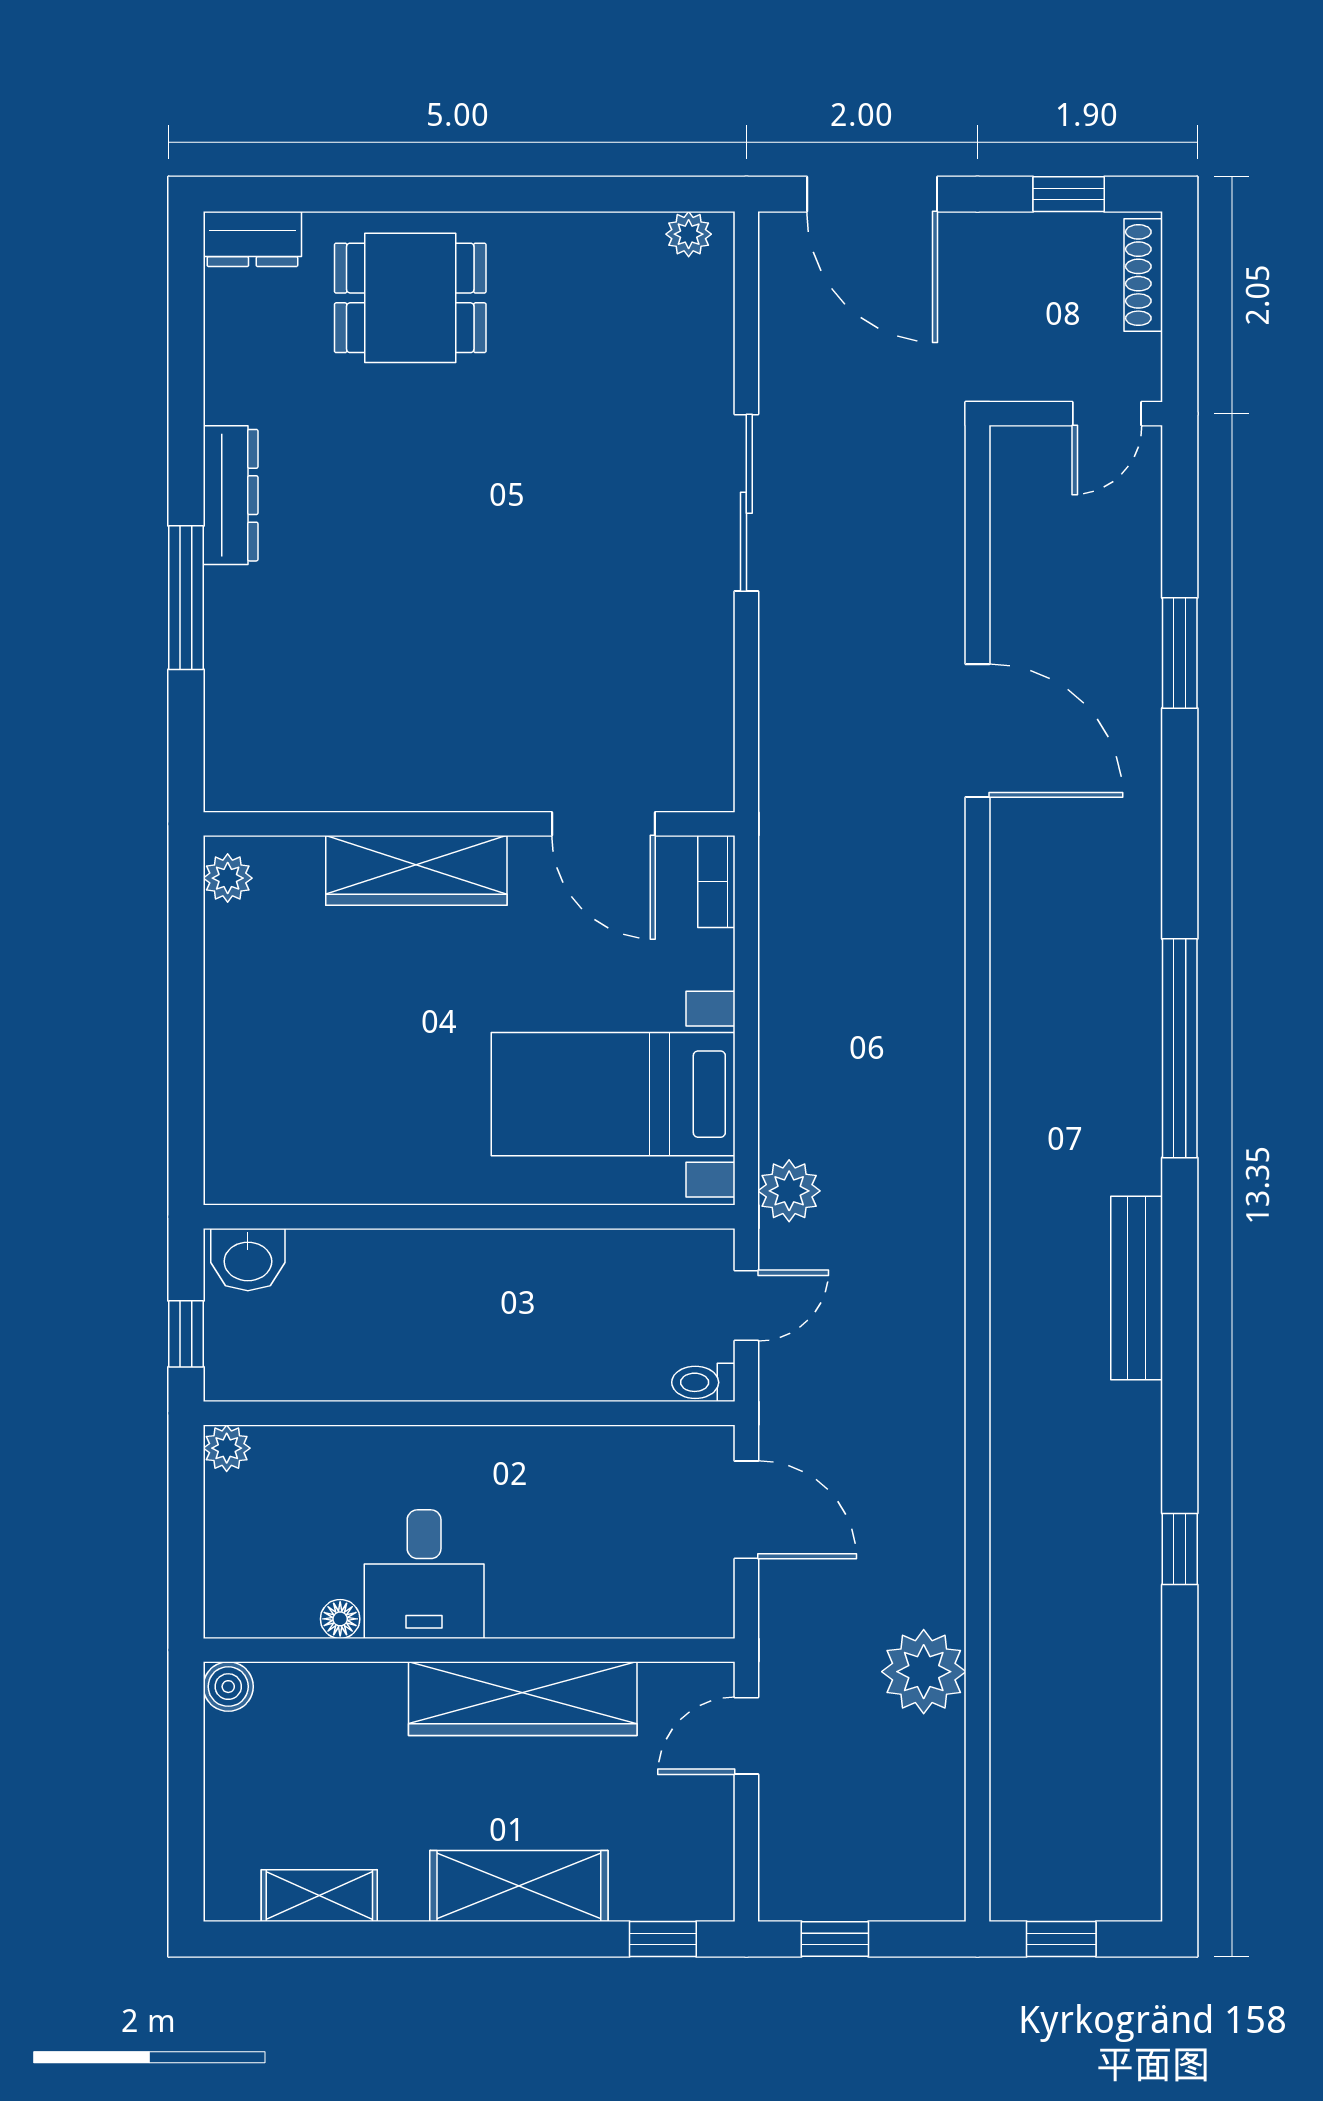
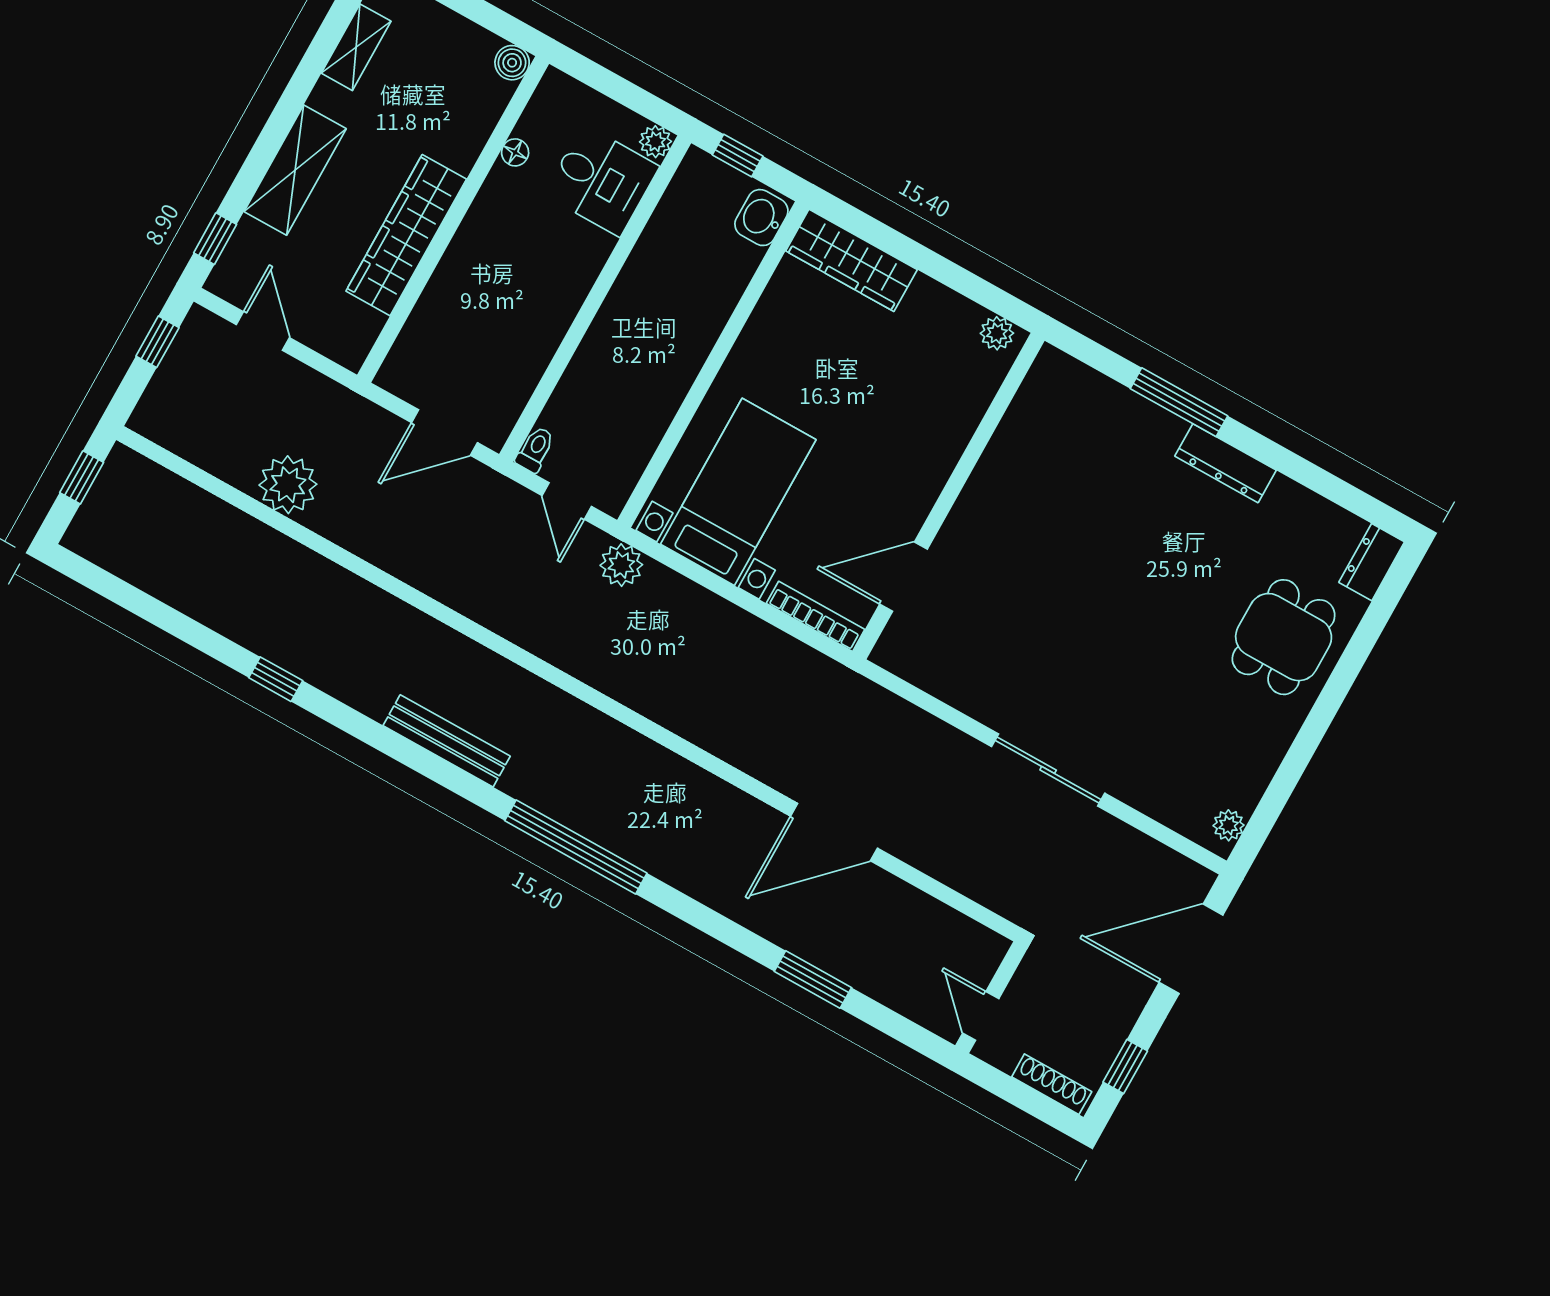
wardrobe: (416, 870) -> (851, 260), moved, turned -90
bookcase: (716, 882) -> (816, 616), width x1.56
desk: (424, 1574) -> (601, 180), moved, turned 180
door: (746, 1736) -> (263, 331), moved

